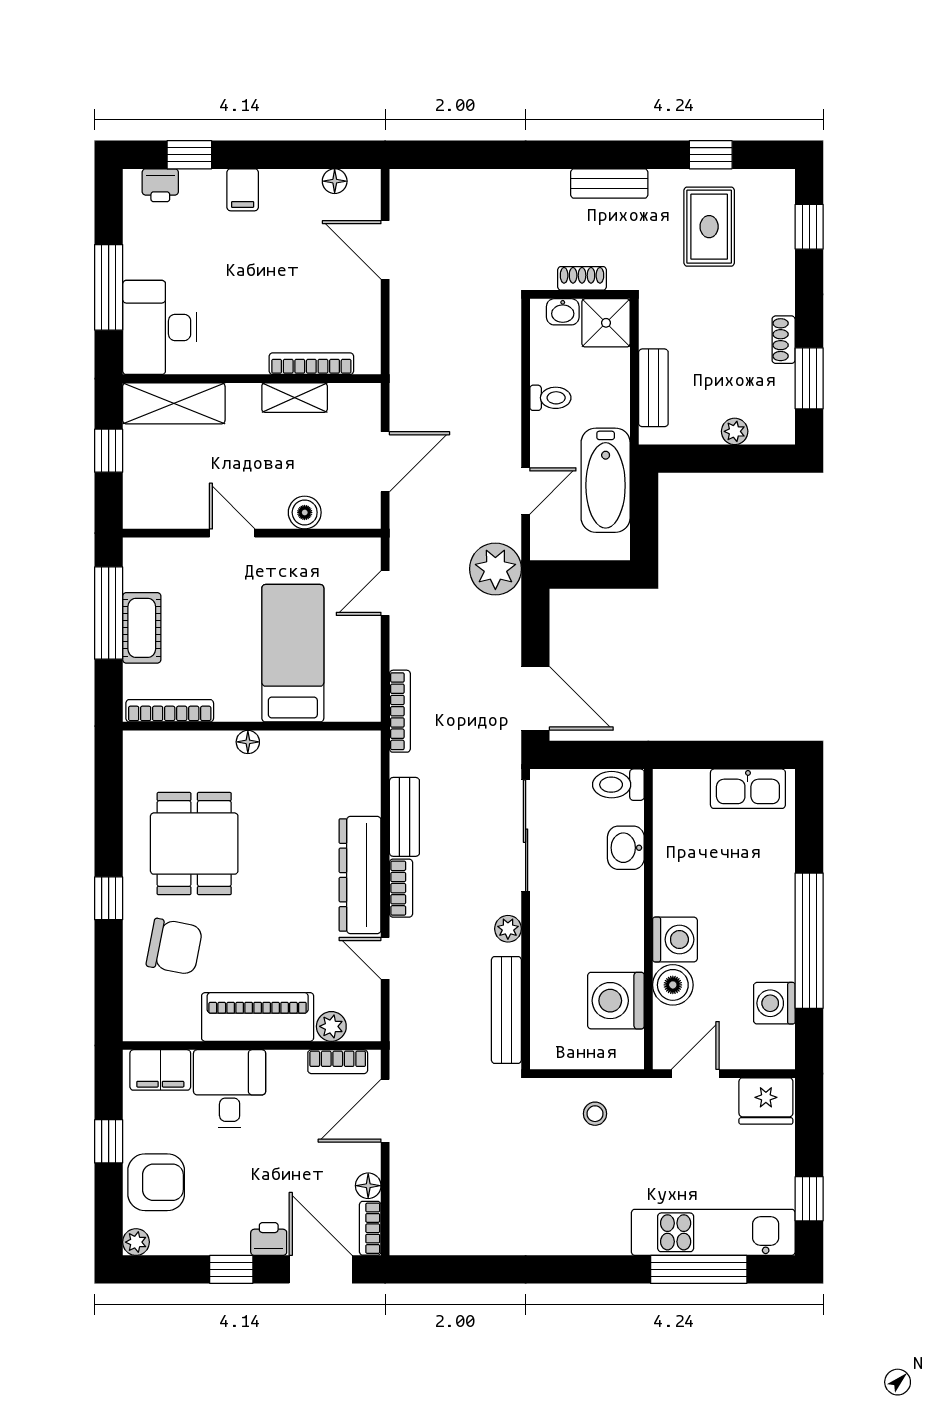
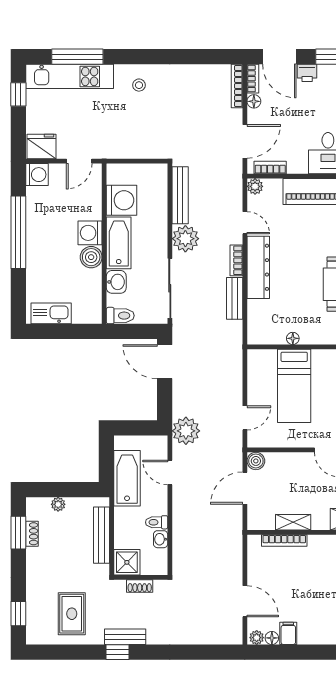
window: (711, 155) -> (117, 652), moved
plant: (363, 182) -> (257, 638), added
filing cabinet: (243, 190) -> (288, 633), moved
washbasin: (563, 312) -> (161, 539), moved, turned -90
shoe rack: (784, 340) -> (32, 534), moved
bench: (653, 388) -> (102, 535), width x1.36
door: (526, 491) -> (170, 473), hinge flipped
boiler: (305, 512) -> (256, 461), moved
bookcase: (400, 711) -> (237, 86), moved
floor lamp: (248, 742) -> (293, 338), moved
bathtub: (621, 921) -> (119, 243), added
plant: (508, 929) -> (185, 239), width x1.88, depth x1.88
boiler: (673, 985) -> (91, 257), moved
washing machine: (774, 1003) -> (37, 175), moved
plant: (331, 1026) -> (255, 186), moved
stool: (595, 1114) -> (139, 85), moved

